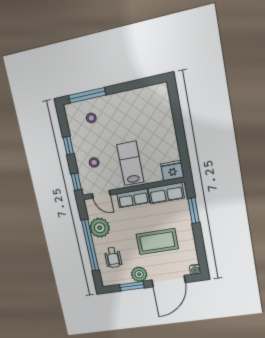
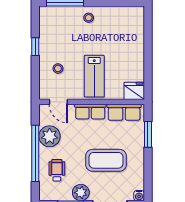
stool: (91, 118) -> (89, 18), moved
lab bench: (130, 163) -> (94, 76), turned 180
window: (76, 182) -> (35, 84), removed
wheelchair: (113, 258) -> (57, 170), turned 180

